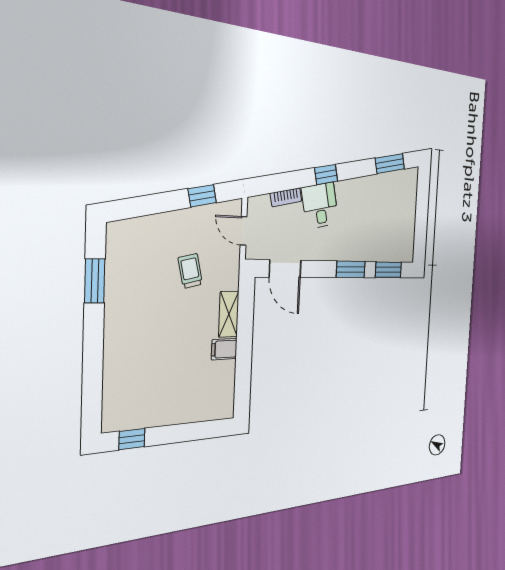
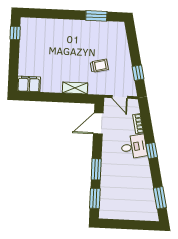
door: (244, 231) -> (120, 97), swing flipped
filing cabinet: (224, 349) -> (29, 84), moved, width x2.00

